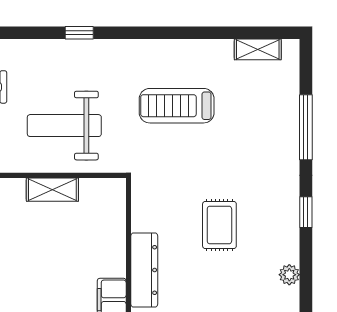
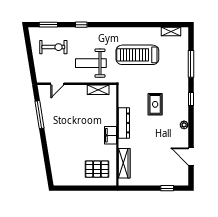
window: (79, 33) -> (81, 25), moved
treadmill: (177, 106) -> (137, 55), width x1.37, depth x1.38
shelving: (52, 190) -> (98, 90), moved

